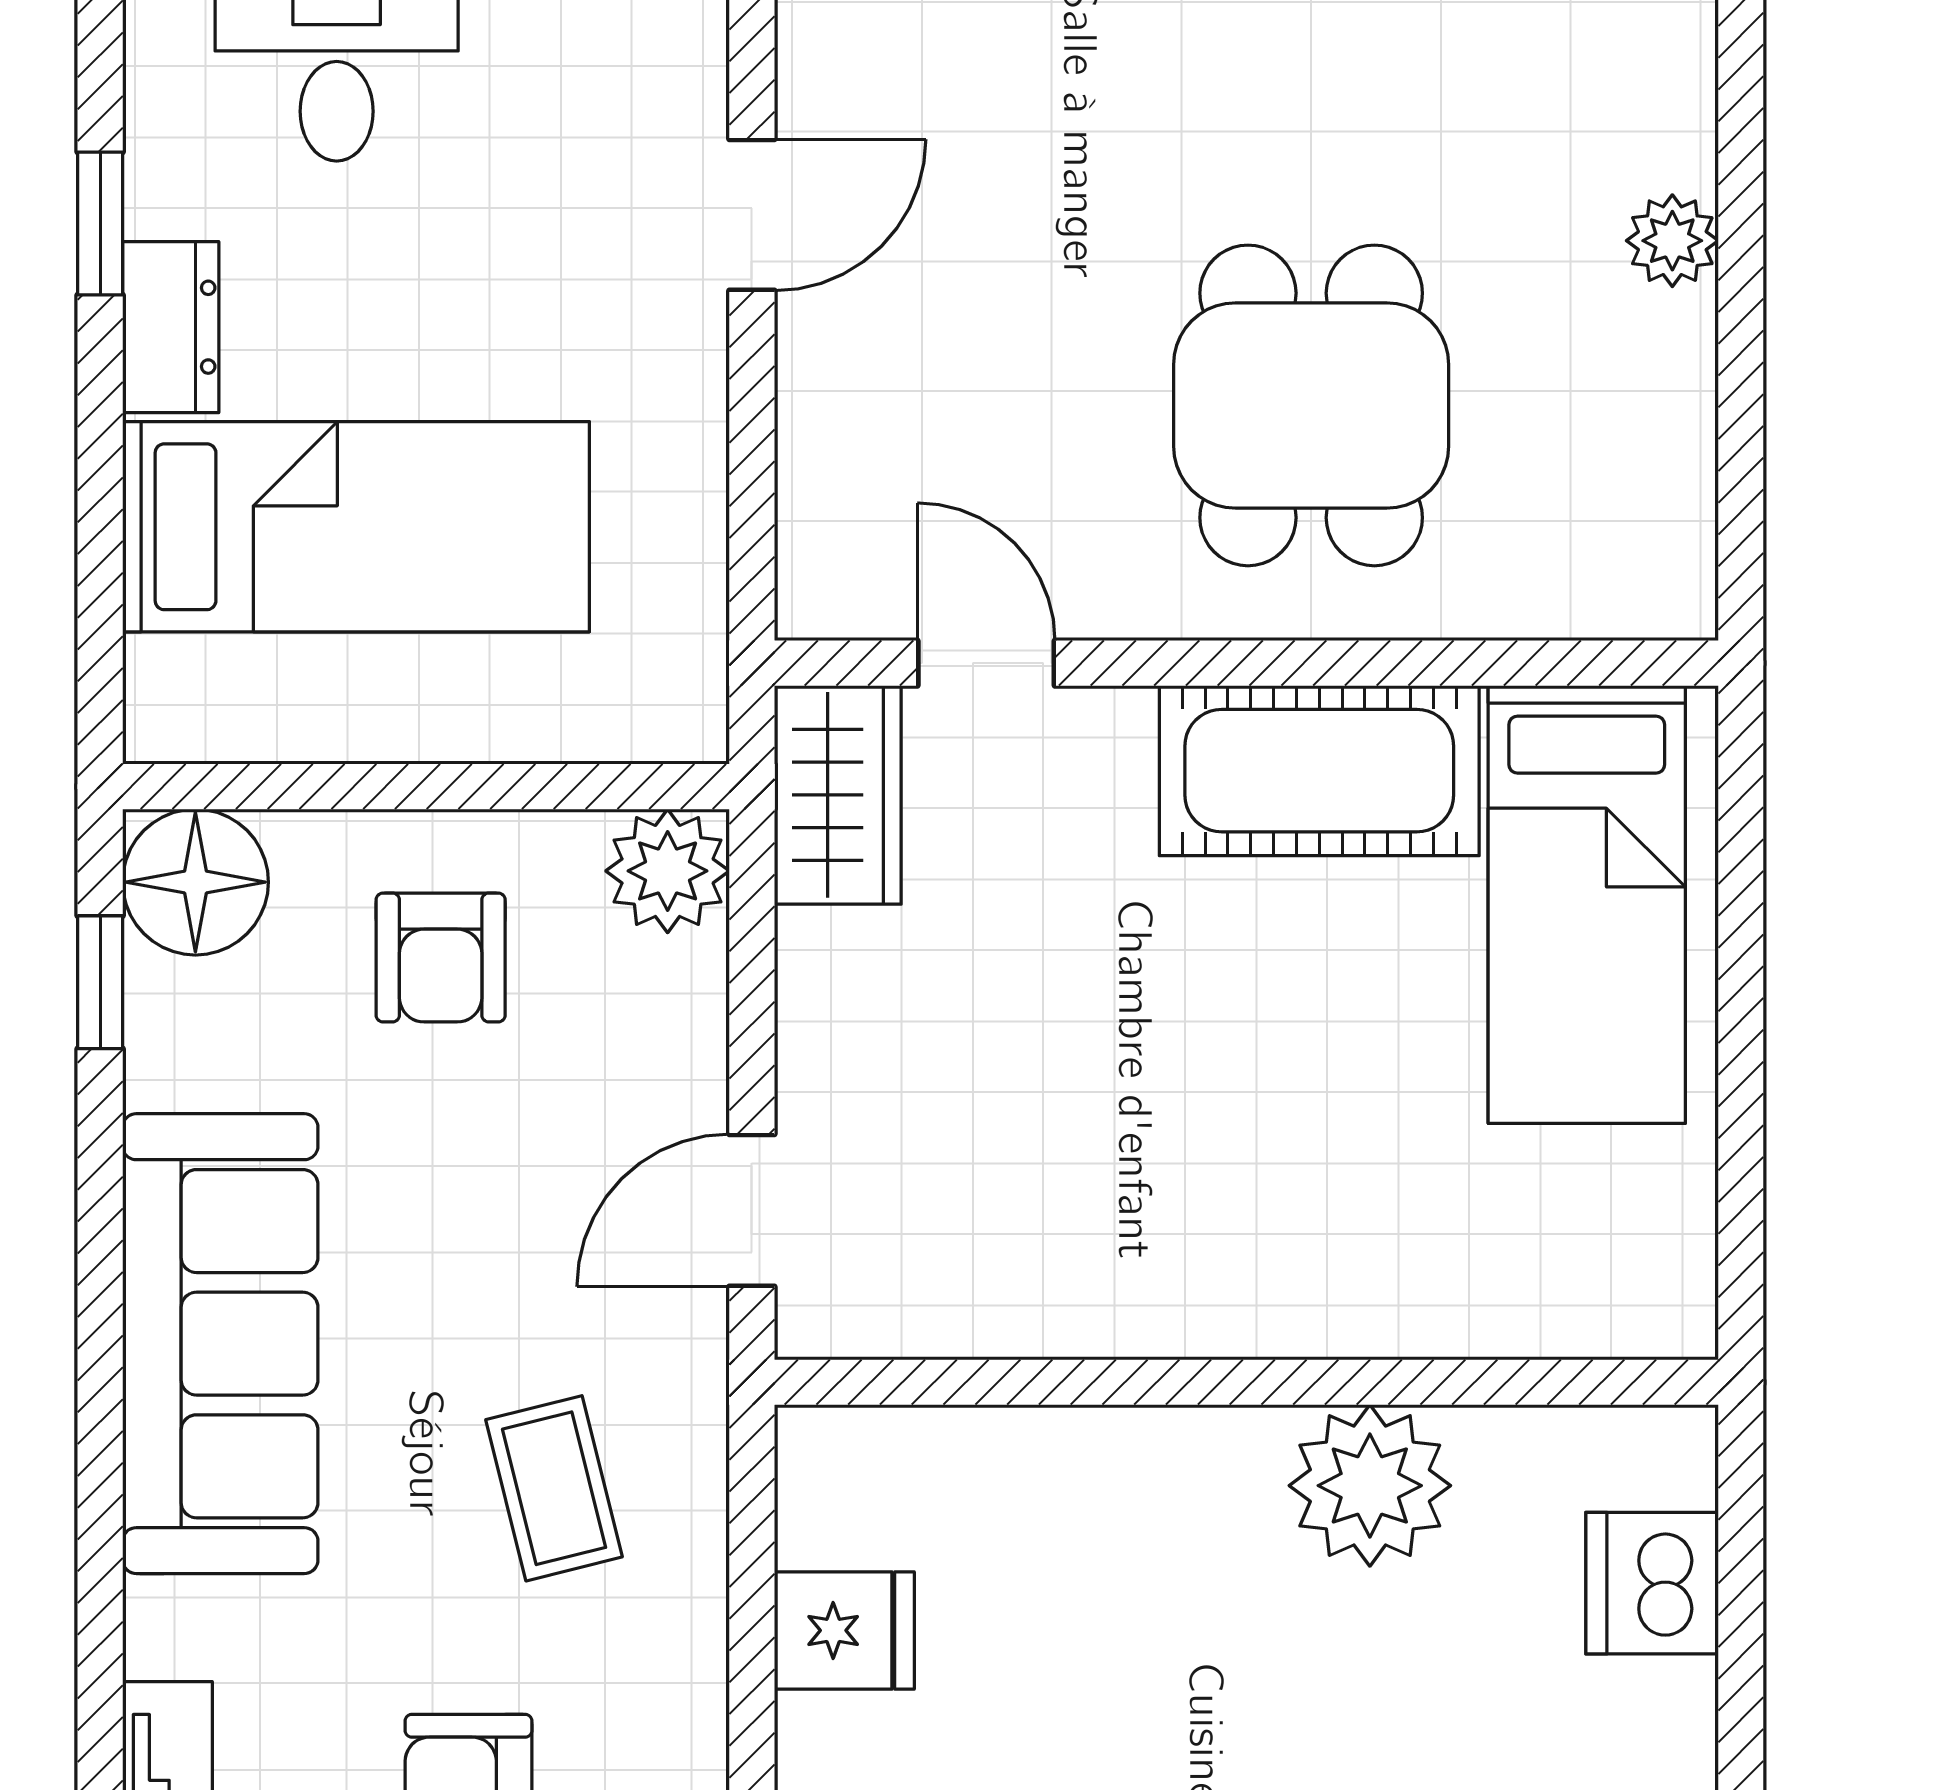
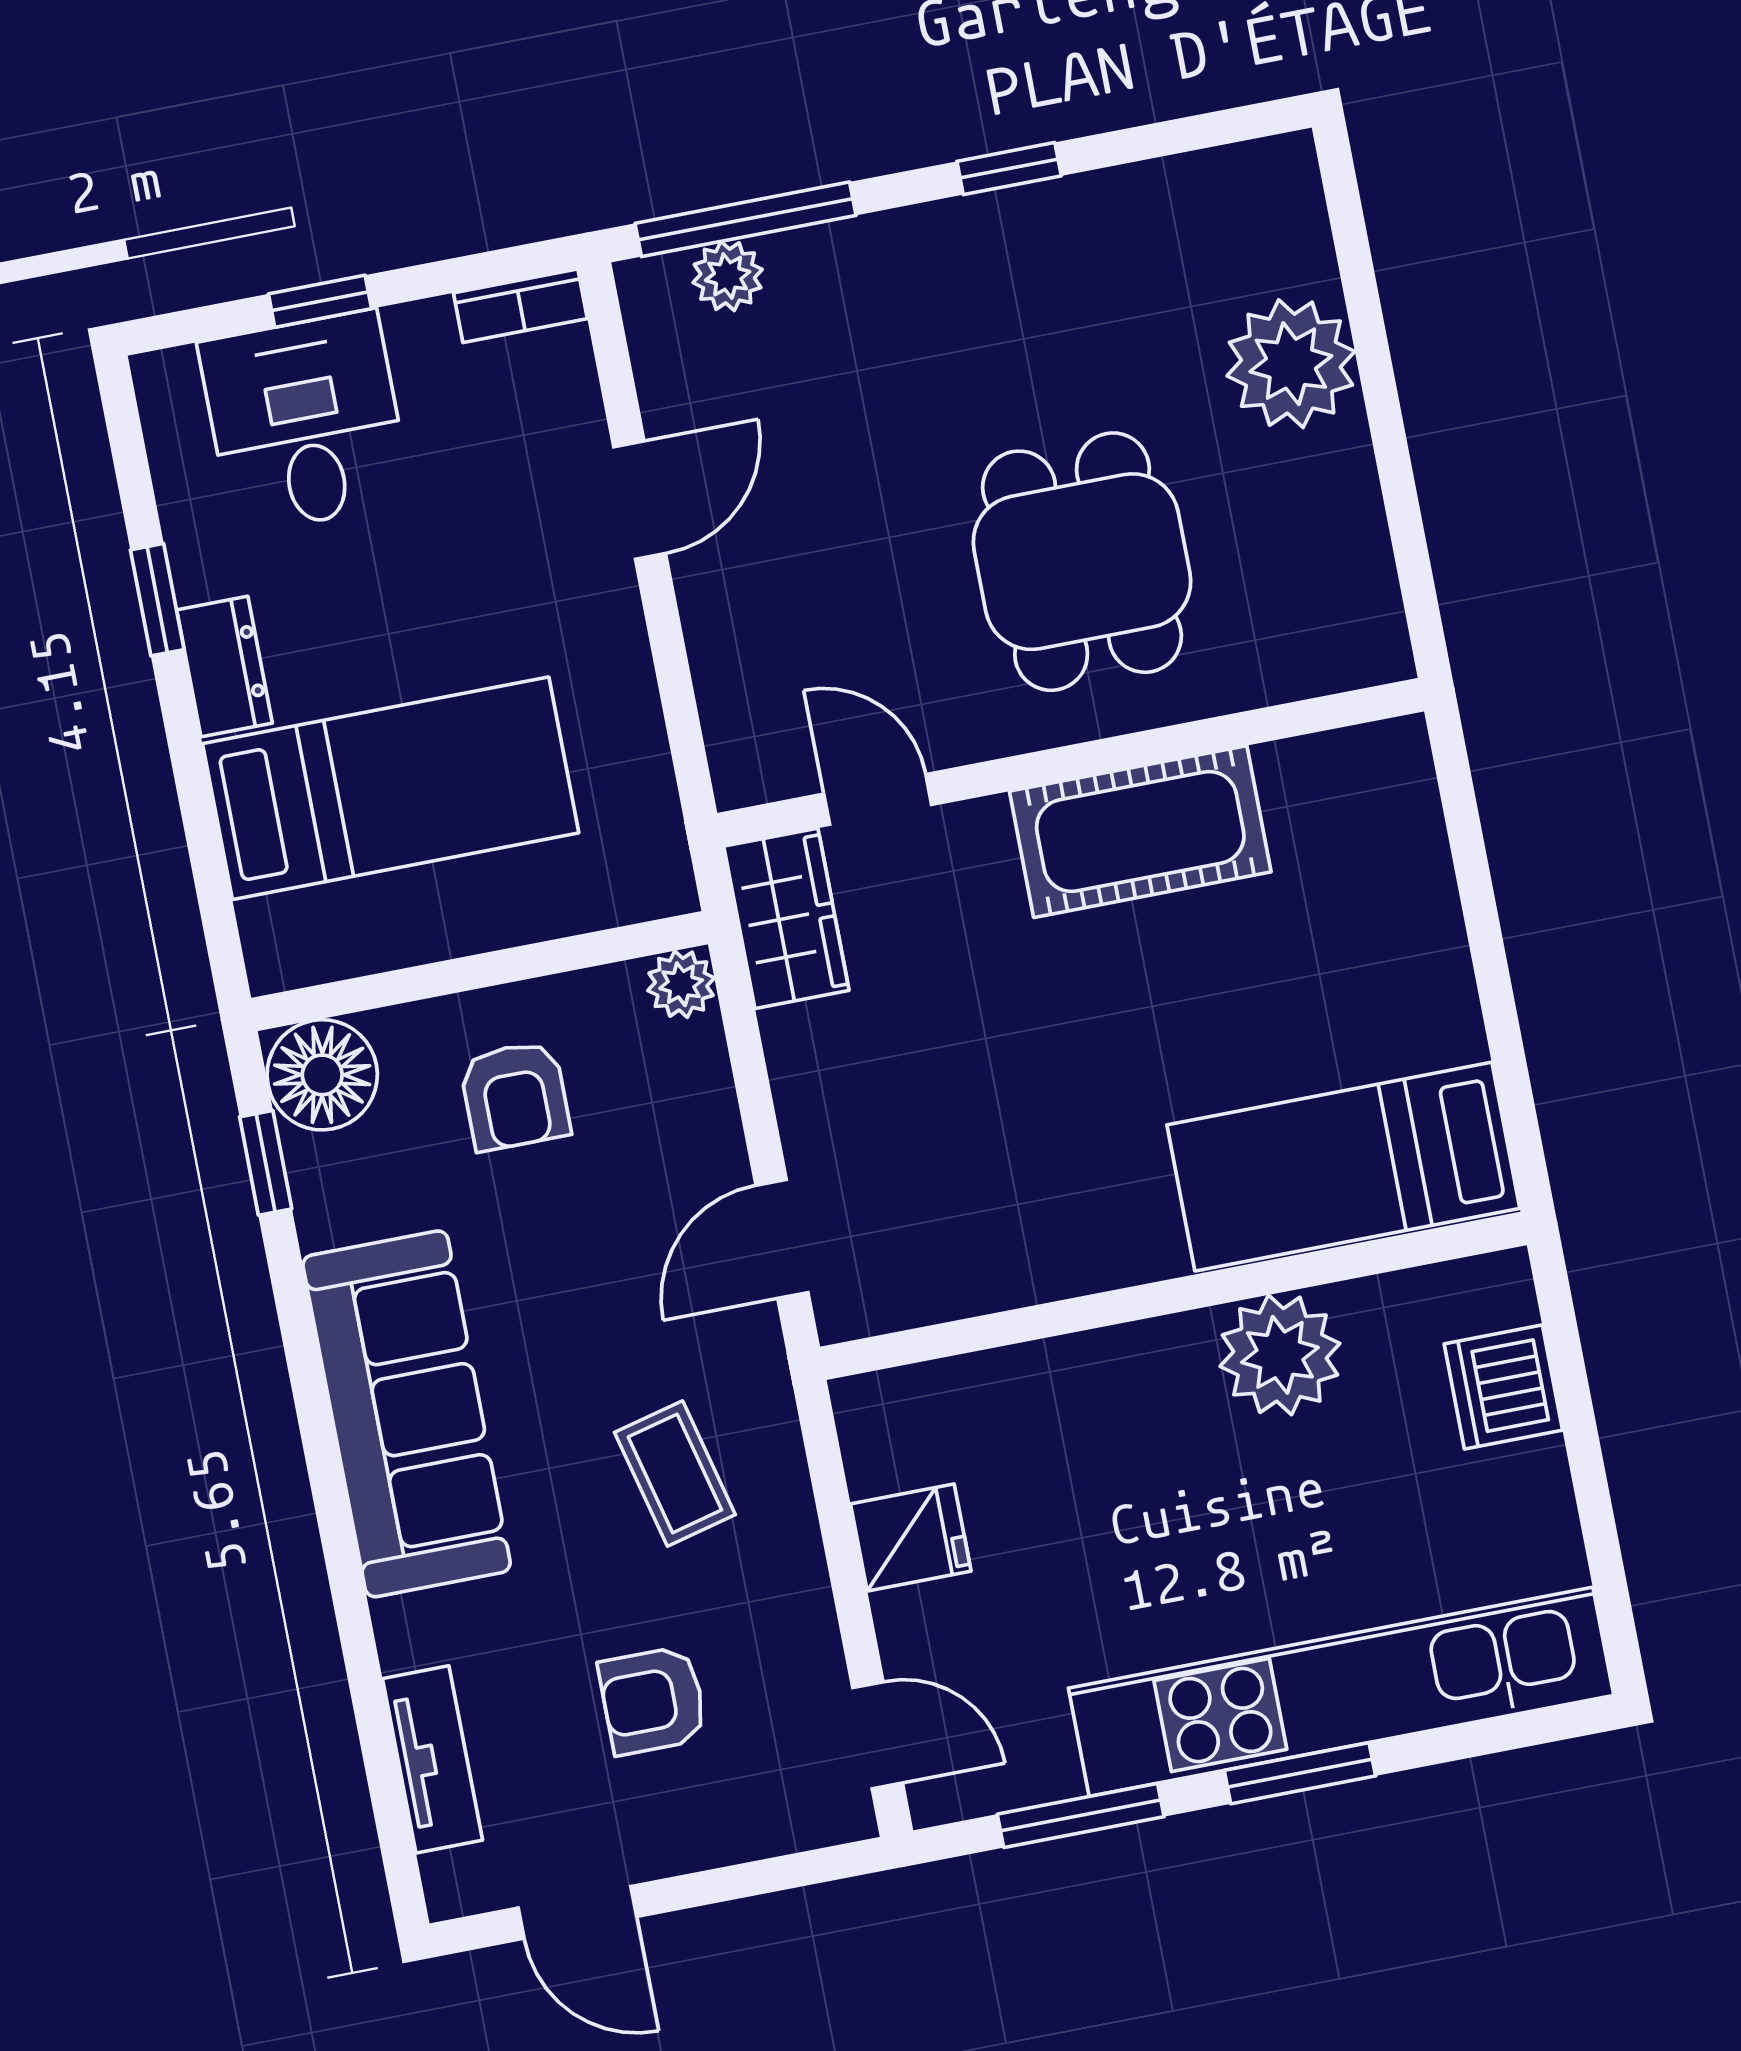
plant: (1672, 241) -> (1291, 364), width x1.87, depth x1.87
plant: (668, 871) -> (681, 984), width x0.73, depth x0.73
bed: (1587, 904) -> (1343, 1167), moved, turned 90

